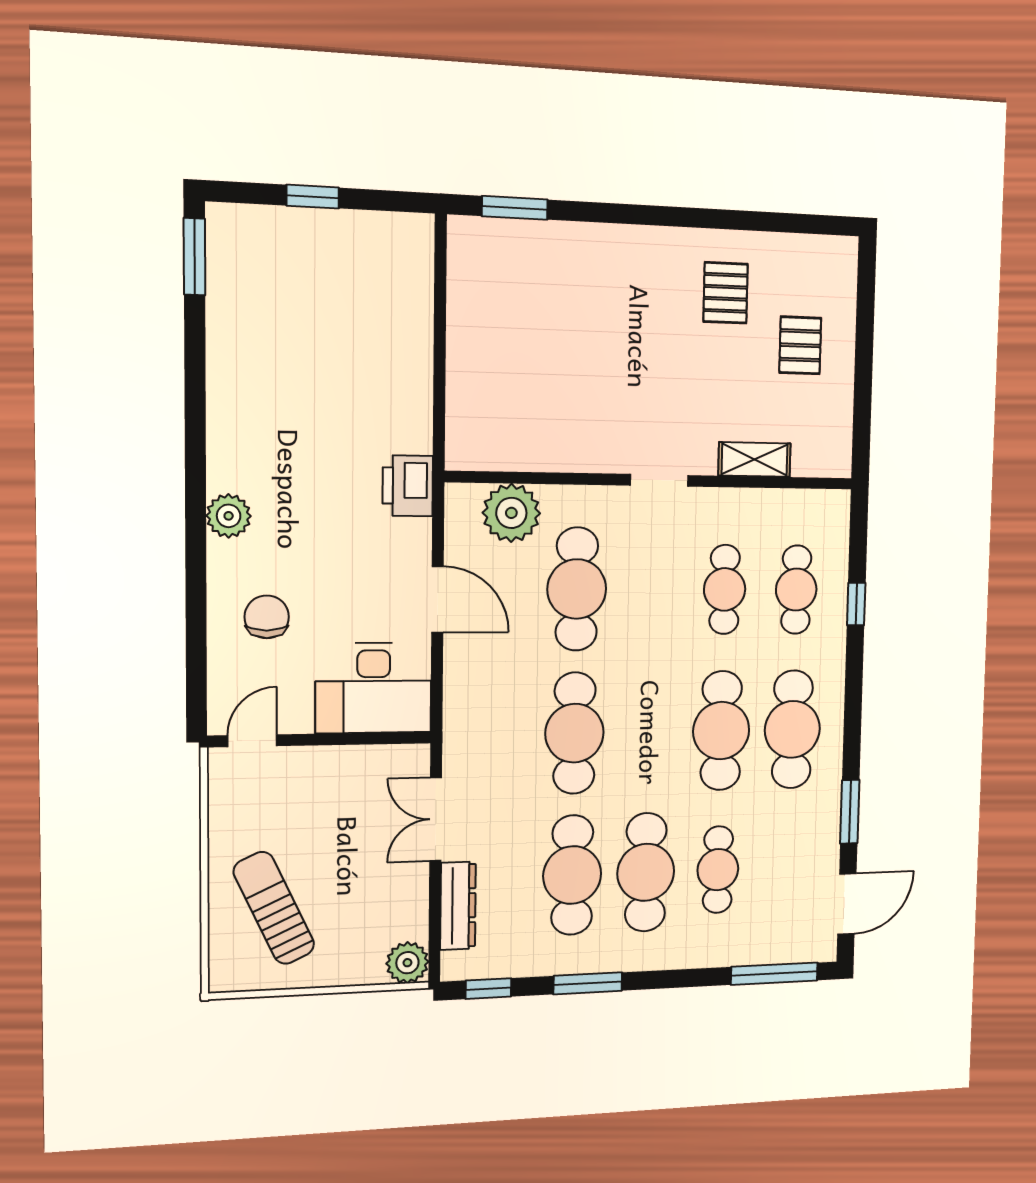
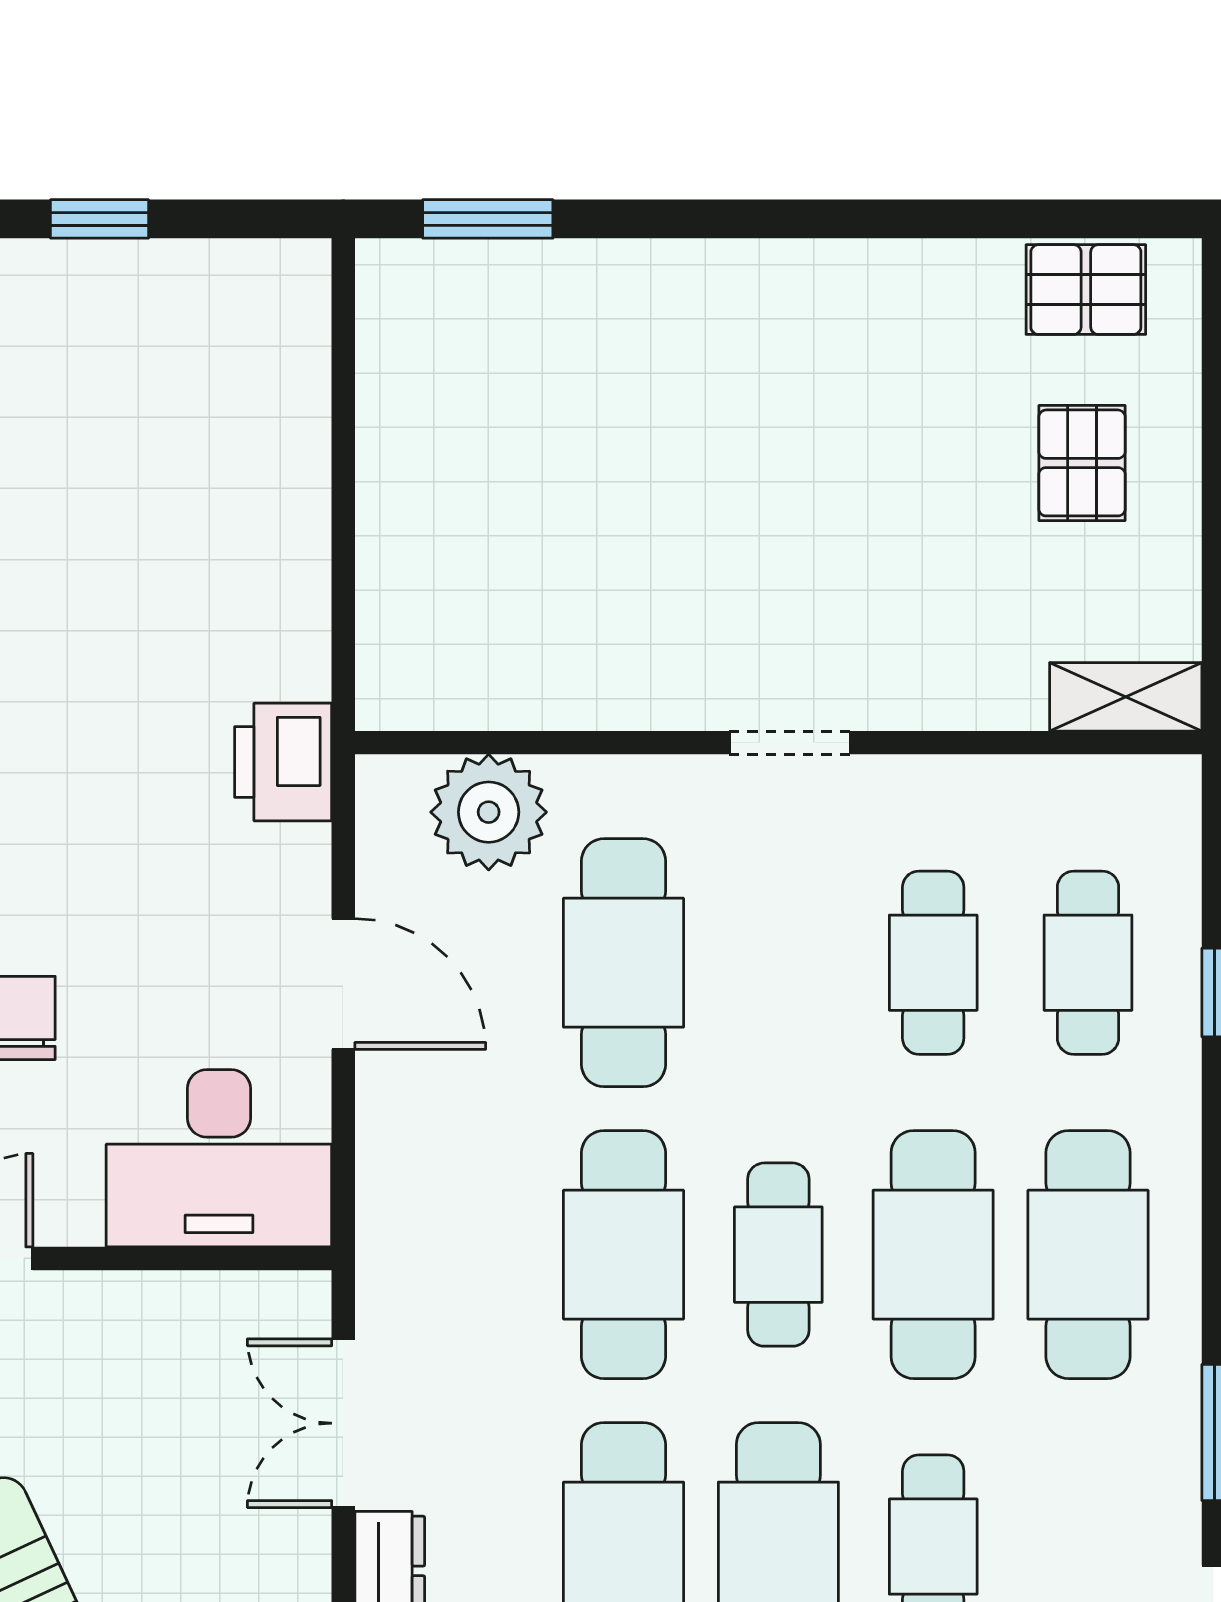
pallet: (726, 293) -> (1086, 290), moved, turned 90
shelving: (755, 459) -> (1126, 697), moved
cafe table: (649, 732) -> (778, 1255), added

